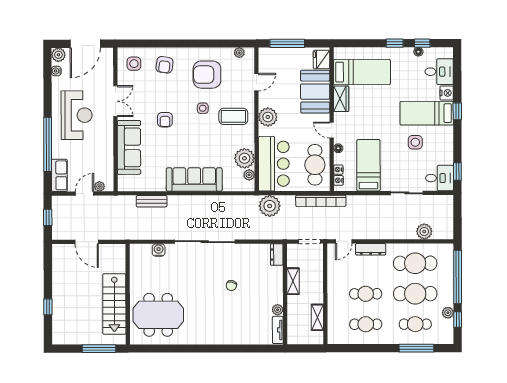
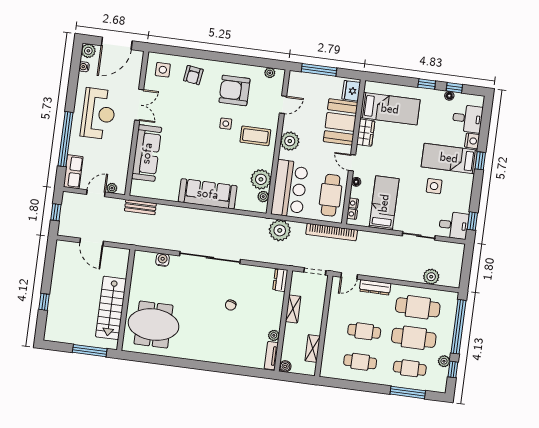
armchair: (165, 120) -> (186, 130), removed
bench: (152, 201) -> (140, 207), moved
boiler: (293, 339) -> (285, 366), added

